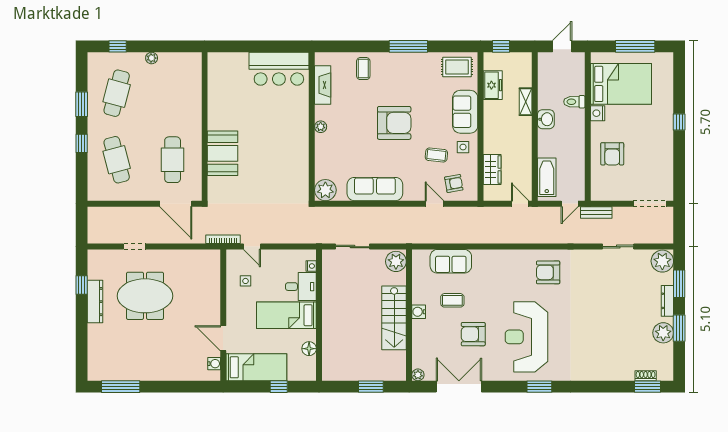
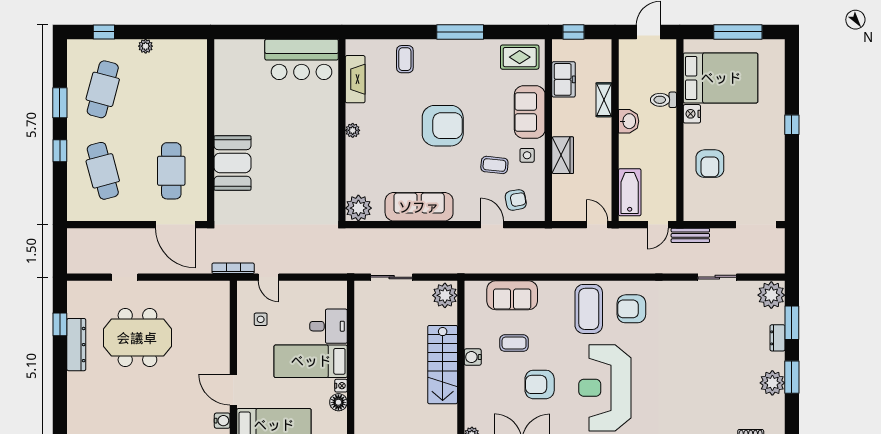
wardrobe: (492, 169) -> (563, 155), moved
nightstand: (311, 266) -> (341, 386), moved
coffee table: (513, 272) -> (589, 309), added
dresser: (667, 301) -> (777, 338), width x0.70

